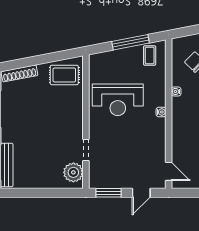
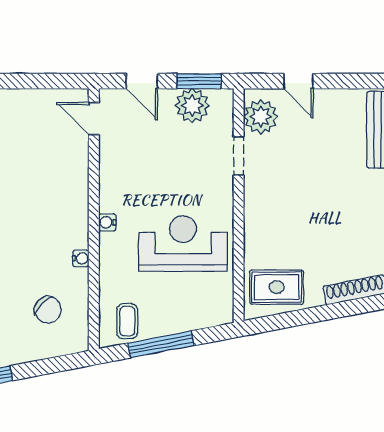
plant: (112, 179) -> (192, 106), added
door: (52, 193) -> (298, 81), added
door: (141, 193) -> (142, 81), swing flipped

